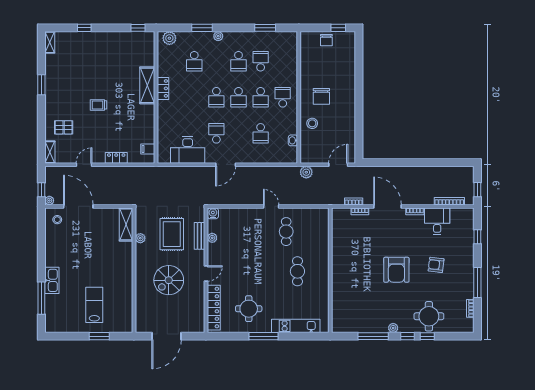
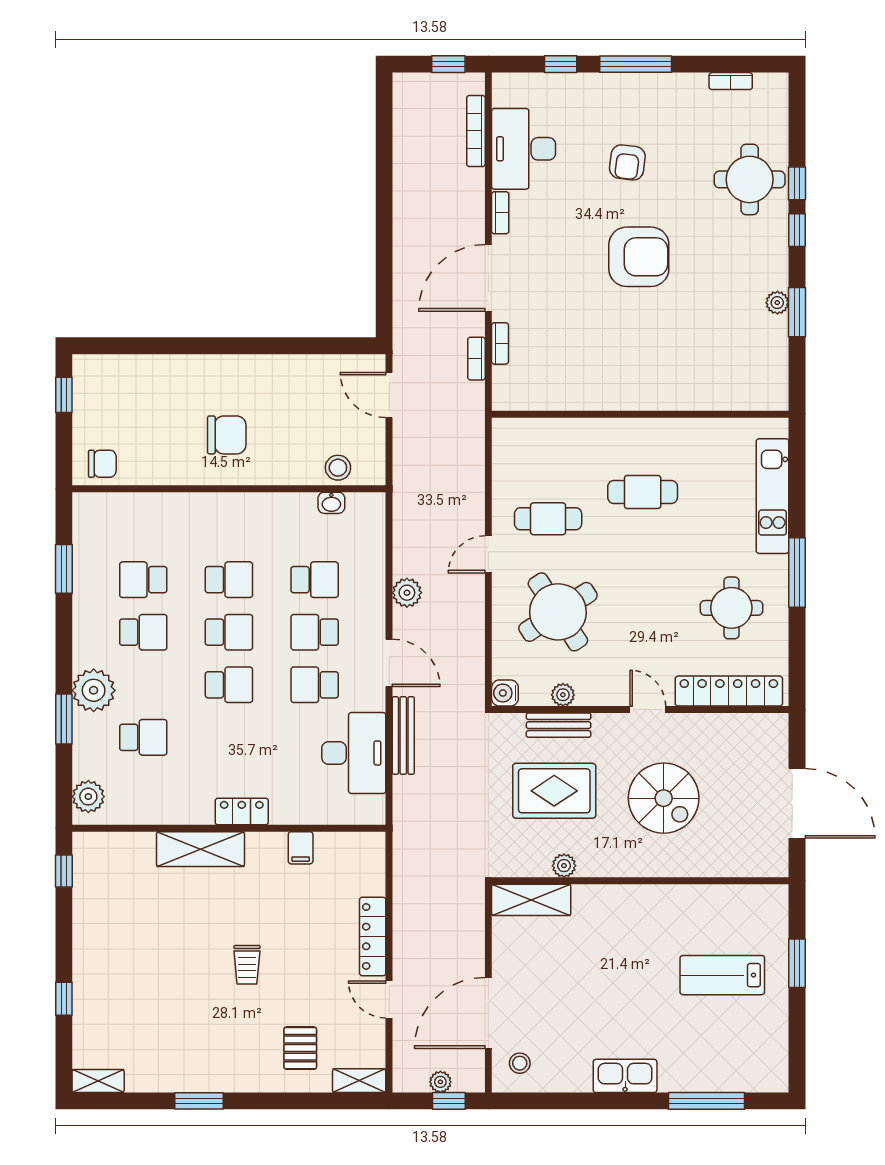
plant: (218, 36) -> (94, 690), width x1.88, depth x1.88
chair: (326, 40) -> (102, 464), moved
locker: (163, 88) -> (242, 812), moved
school desk: (283, 97) -> (315, 632), moved
stool: (312, 123) -> (338, 468), moved
filing cabinet: (148, 149) -> (301, 848), moved
locker: (116, 158) -> (373, 936), width x1.53
bench: (195, 171) -> (403, 735), added
plant: (306, 172) -> (407, 593), moved
plant: (49, 201) -> (440, 1082), moved
desk: (437, 221) -> (524, 149), width x1.37
round table: (247, 236) -> (558, 612), added
kitchen sink: (52, 280) -> (625, 1076), moved
window: (477, 283) -> (636, 64), moved
plant: (393, 328) -> (777, 303), moved
window: (373, 336) -> (797, 312), width x0.69

